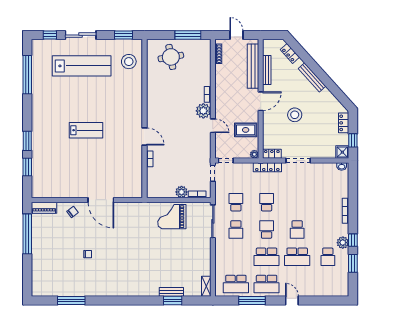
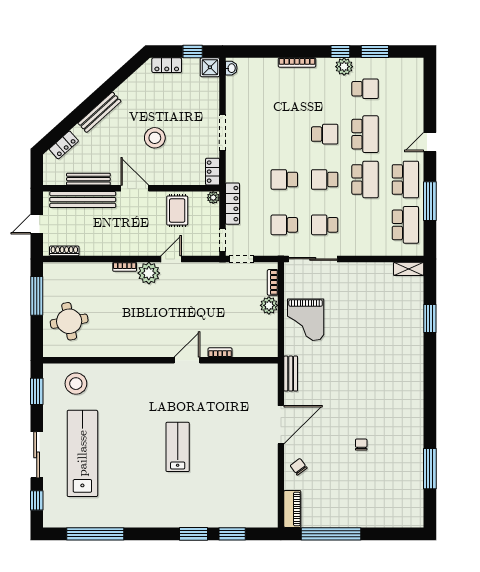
locker: (267, 167) -> (232, 204), moved
school desk: (236, 229) -> (325, 225), turned 180
bench: (171, 292) -> (291, 374), moved

